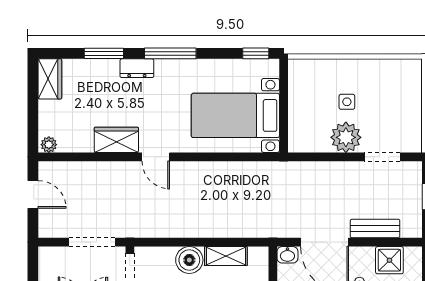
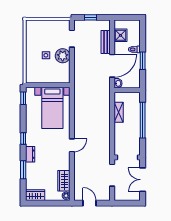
window: (170, 53) -> (23, 138), width x0.46
wardrobe: (116, 140) -> (64, 181), moved
door: (33, 194) -> (90, 203), hinge flipped
boiler: (189, 260) -> (120, 130), removed

